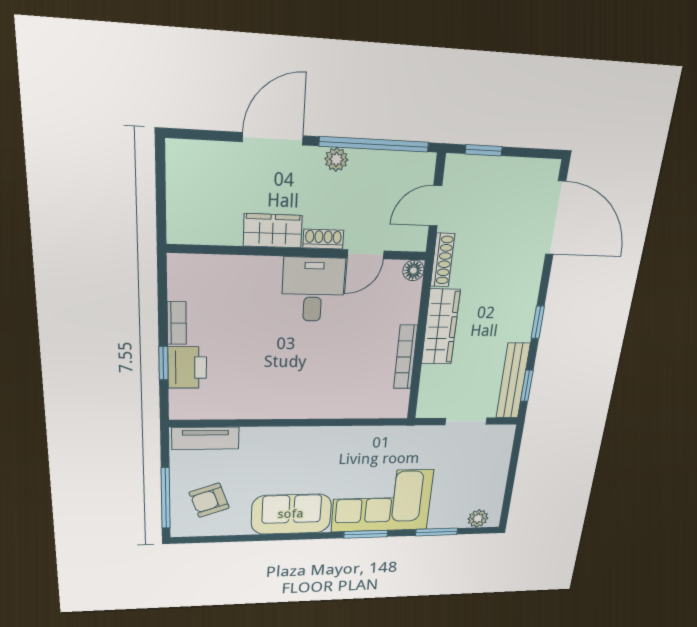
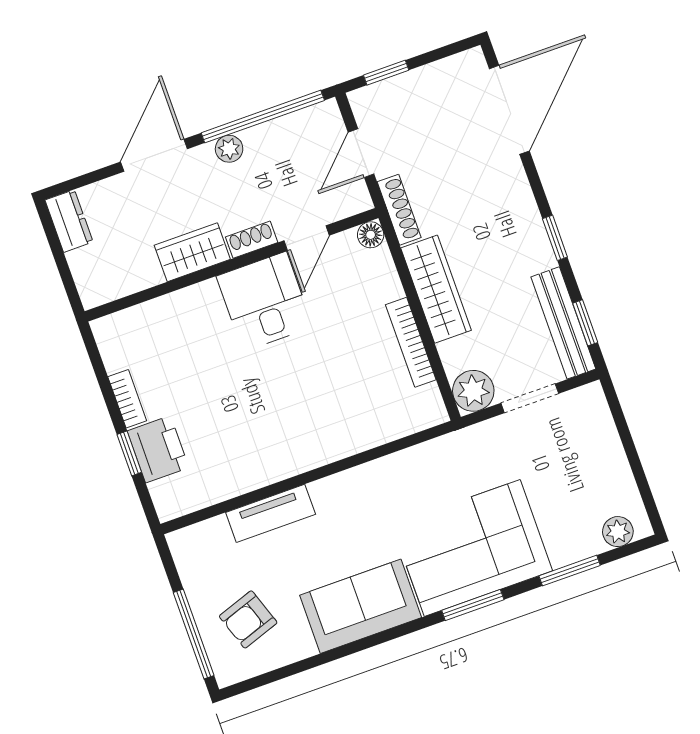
dresser: (180, 165) -> (69, 221), added
door: (556, 218) -> (509, 110), hinge flipped
plant: (432, 404) -> (473, 391), added
tv unit: (205, 438) -> (271, 513), moved

